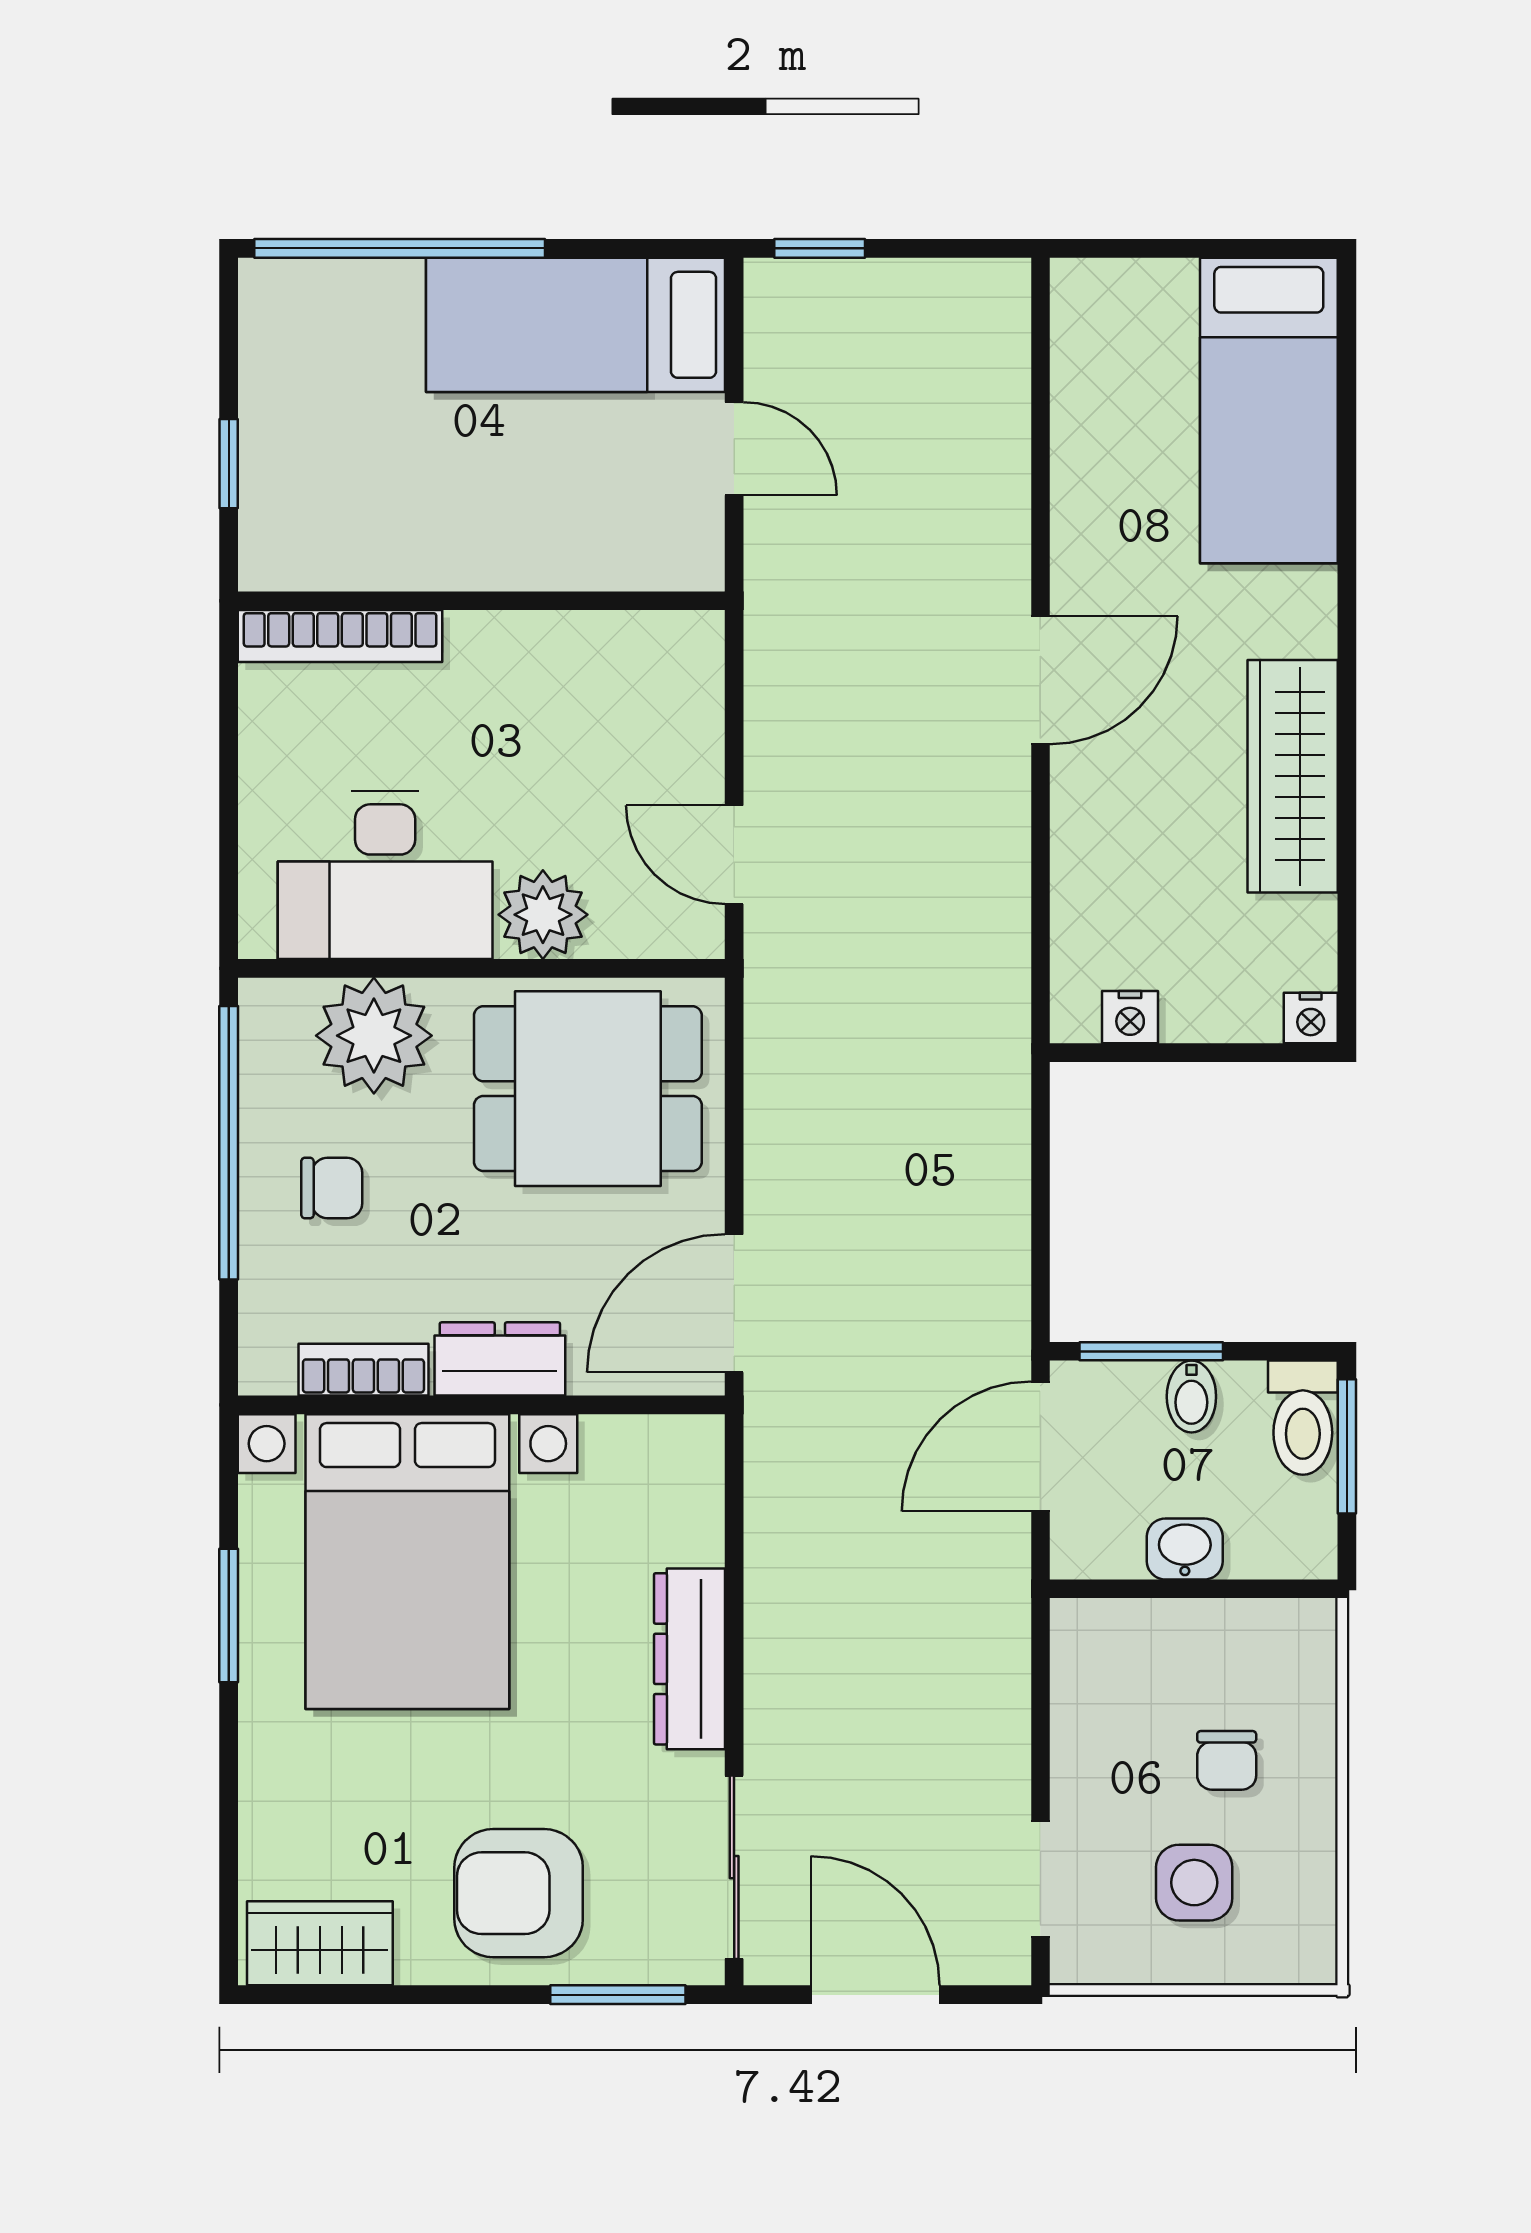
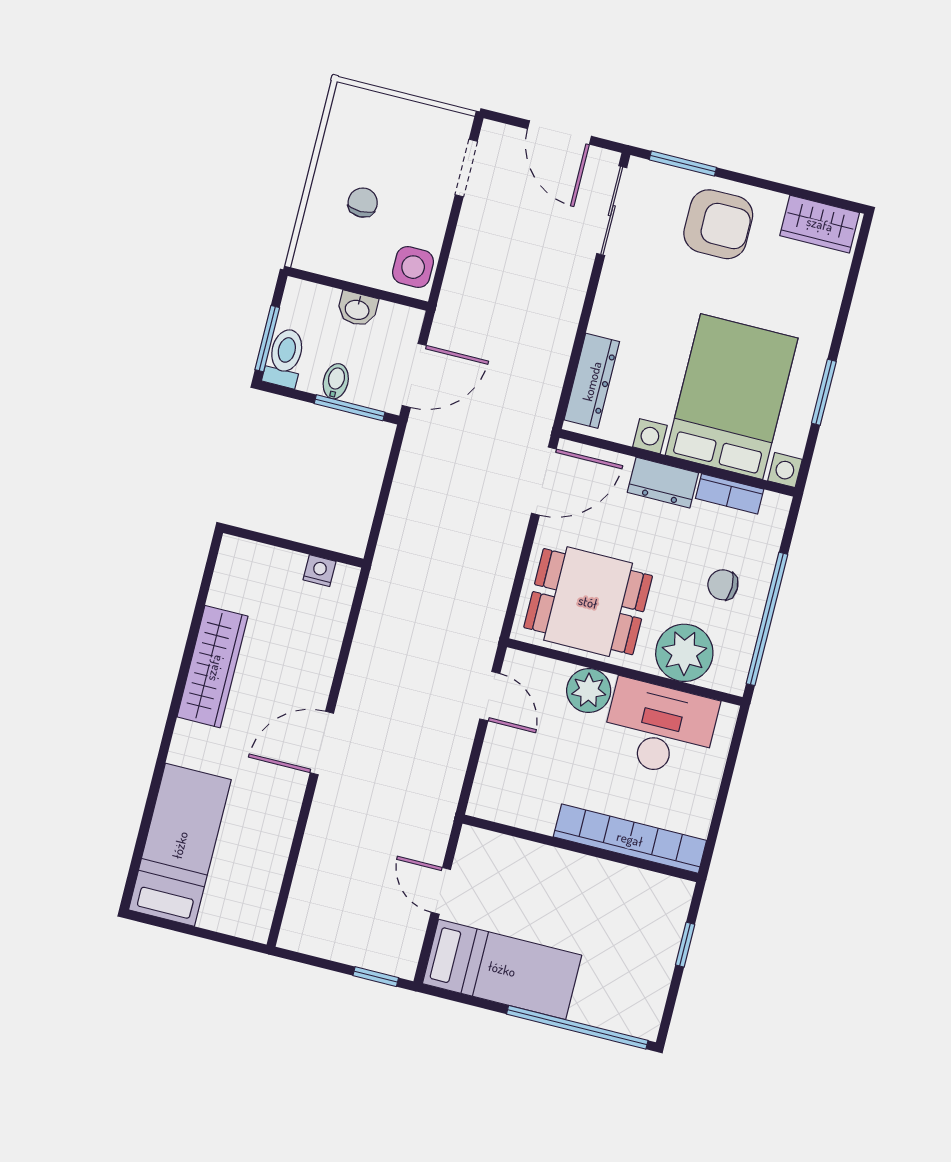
bookcase: (340, 636) -> (630, 839), width x1.48, depth x1.31
nightstand: (1311, 1018) -> (233, 548), removed
dresser: (690, 1659) -> (592, 381), moved
side table: (1194, 1883) -> (413, 267), moved

